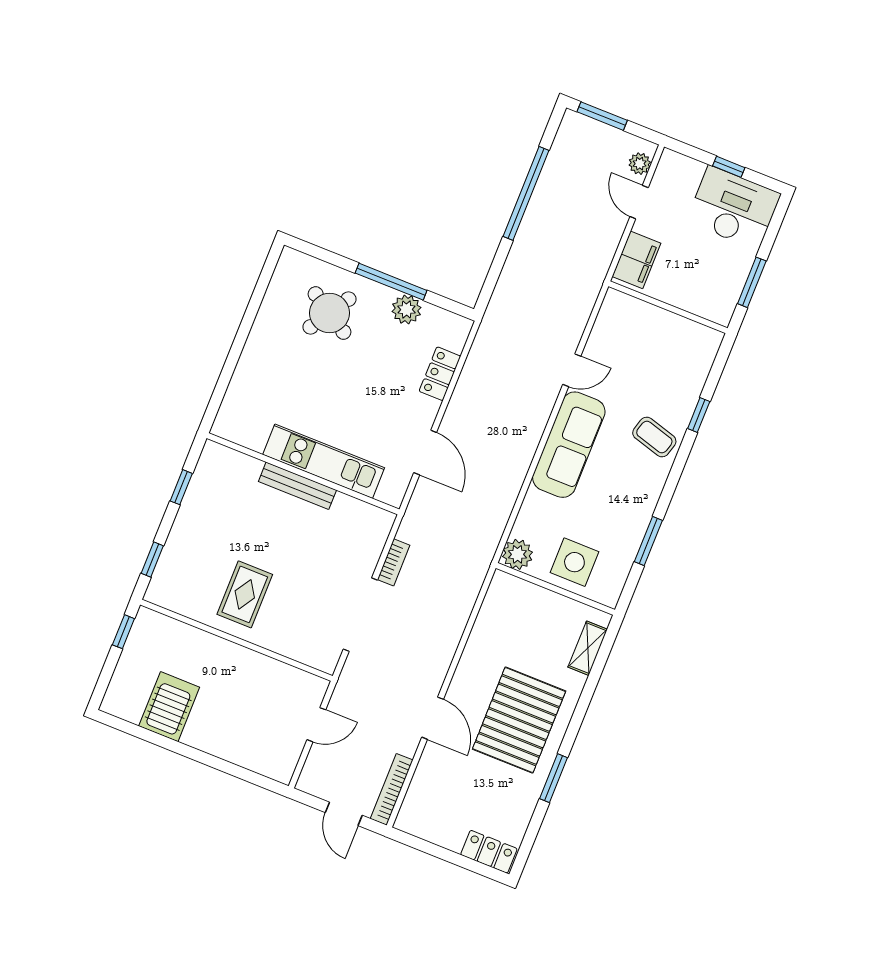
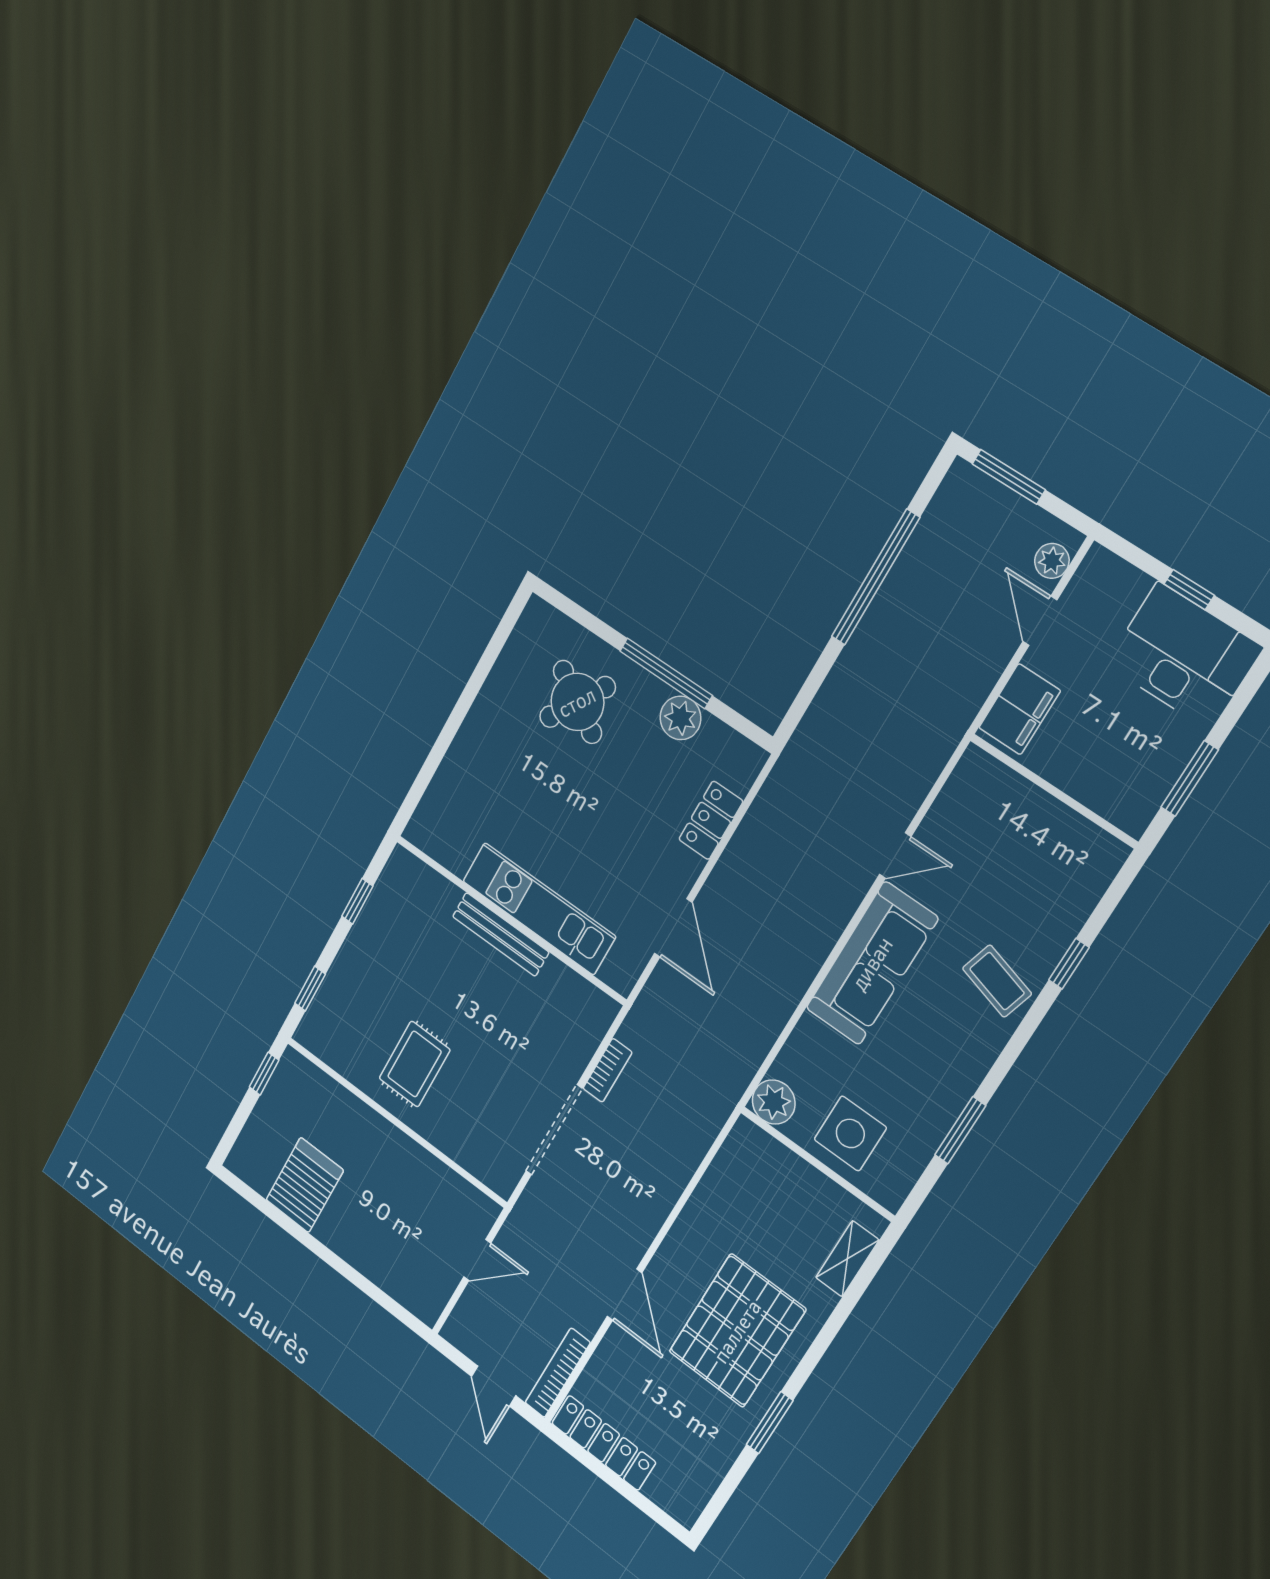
locker: (489, 852) -> (604, 1443), moved, width x1.53

